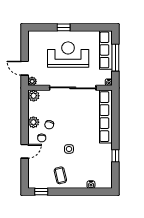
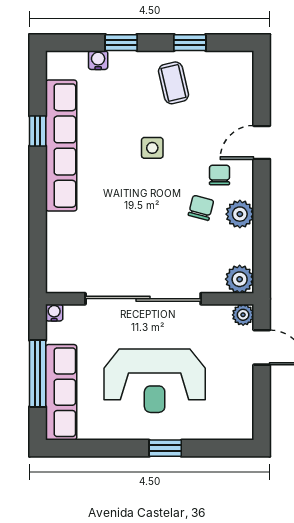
row of seats: (106, 117) -> (61, 146), moved
window: (41, 192) -> (190, 43), moved
window: (82, 192) -> (121, 43), added

